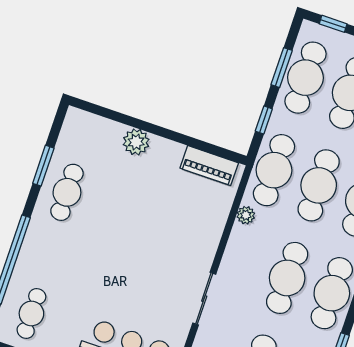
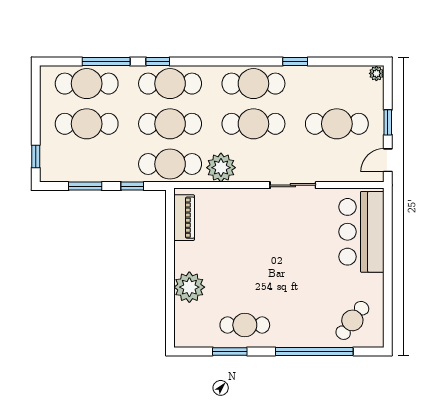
cafe table: (305, 78) -> (87, 164), removed
plant: (136, 142) -> (189, 287), width x1.36, depth x1.36
plant: (246, 215) -> (221, 168), width x1.88, depth x1.88
cafe table: (31, 313) -> (352, 320), turned -53

